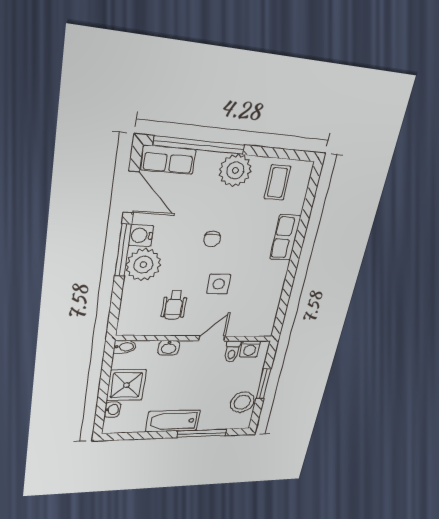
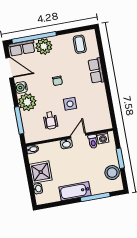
plant: (235, 170) -> (44, 46), moved
window: (123, 250) -> (19, 120), moved
washbasin: (169, 348) -> (66, 144), moved

